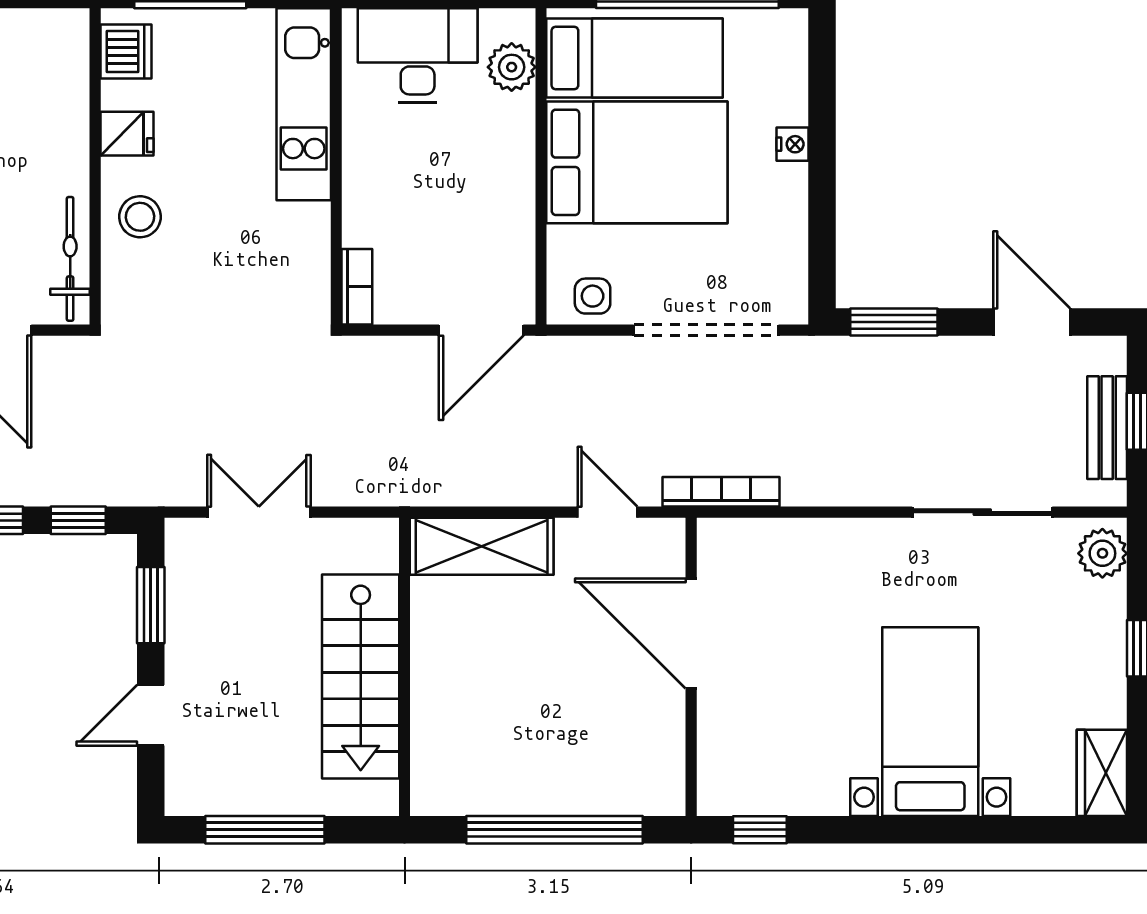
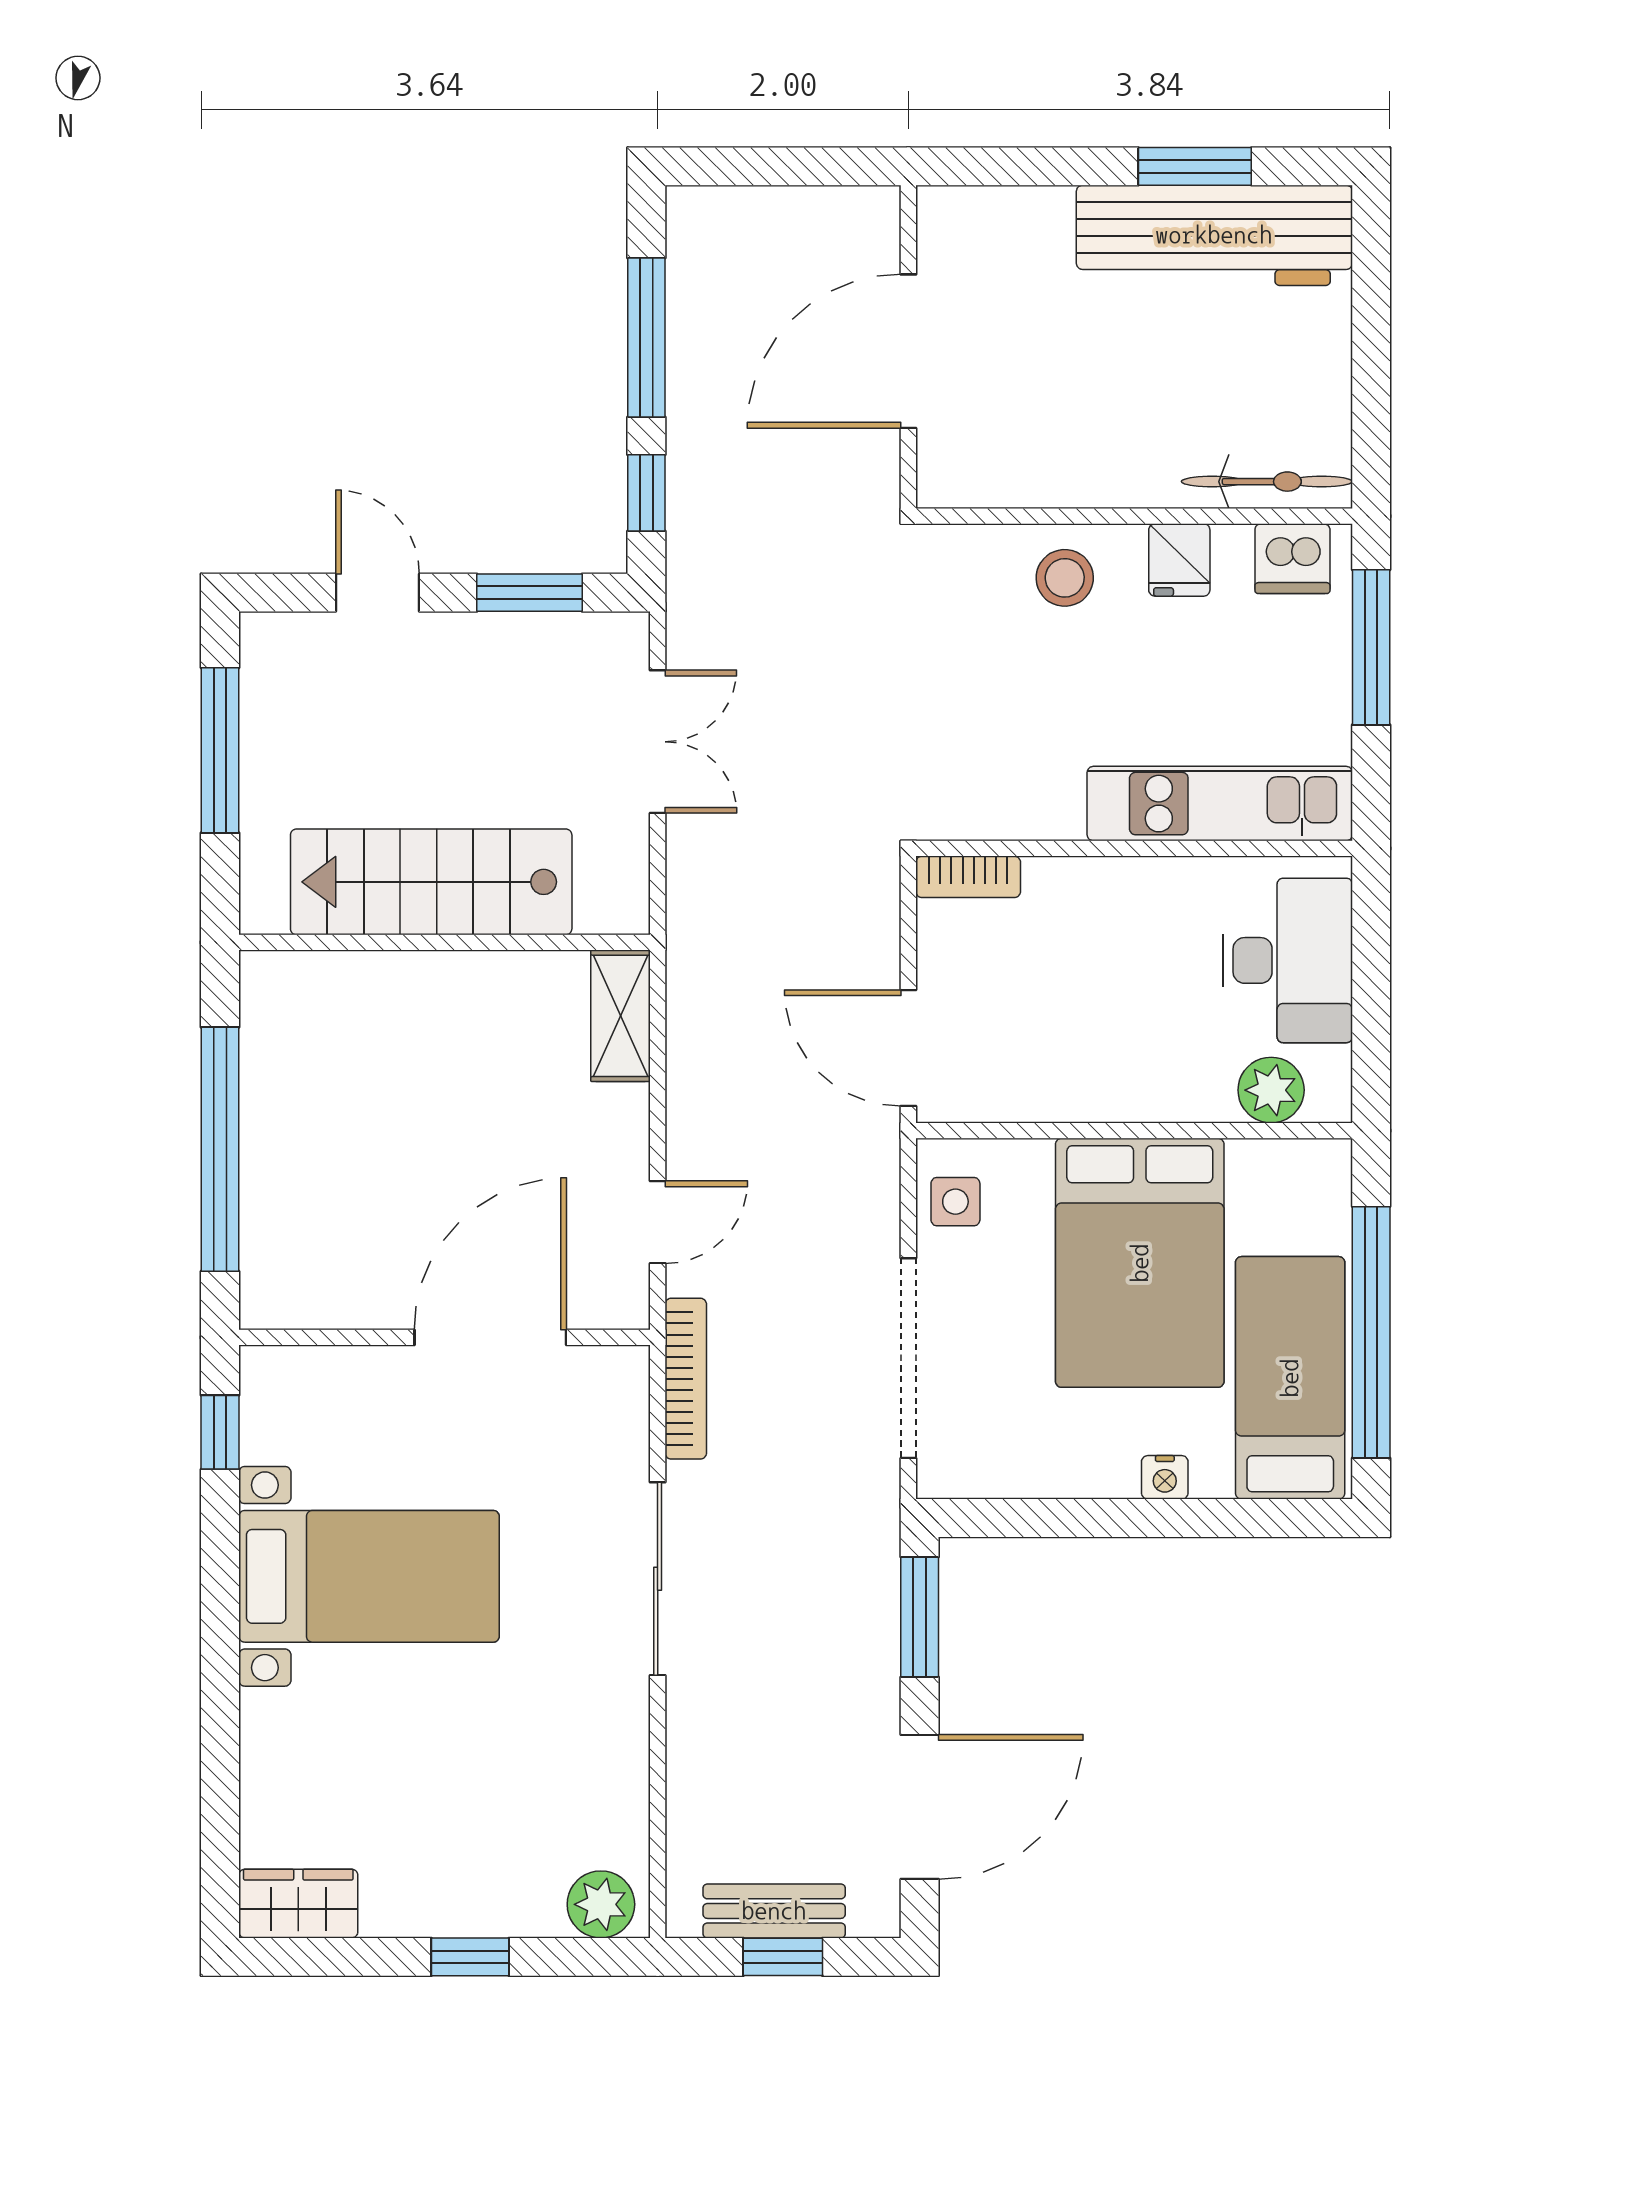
bed: (634, 58) -> (1290, 1378), moved, turned 180
bicycle: (70, 259) -> (1267, 482), moved
door: (1032, 322) -> (920, 1807), width x1.36
sliding door: (982, 512) -> (658, 1579), moved
shelving: (482, 546) -> (620, 1016), width x0.67, depth x0.75
bed with nightstands: (930, 722) -> (369, 1576), moved

